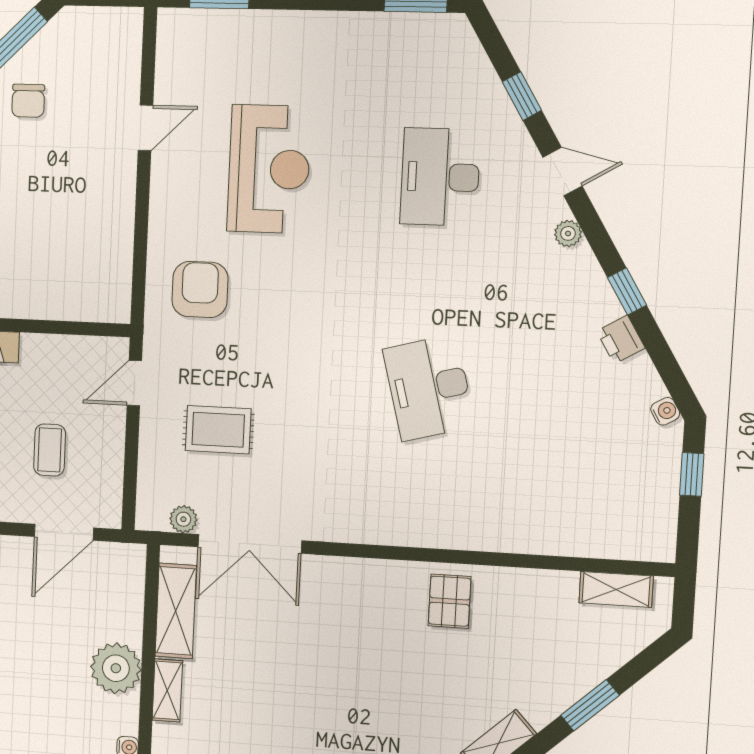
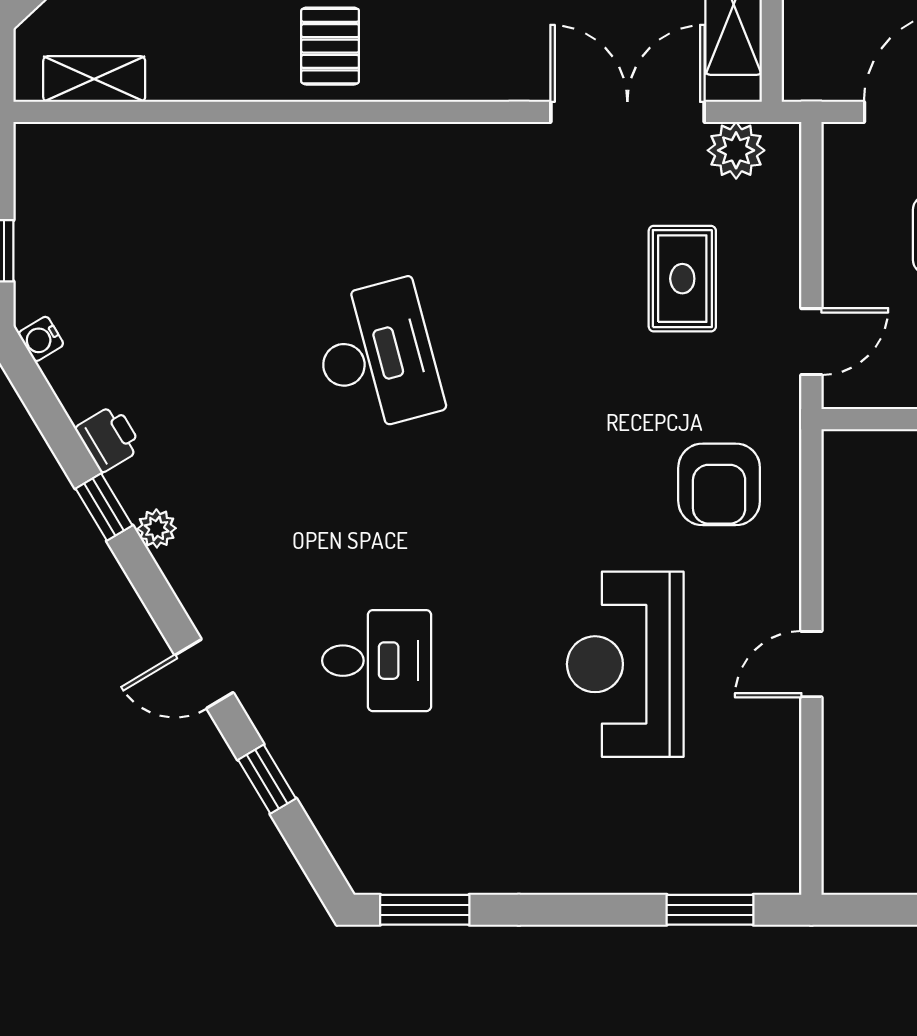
door: (145, 128) -> (811, 664), moved
desk: (440, 177) -> (377, 661), width x0.73
plant: (568, 233) -> (157, 528), moved
rug: (218, 430) -> (682, 279), turned 90
plant: (183, 519) -> (736, 150), width x1.38, depth x1.38

